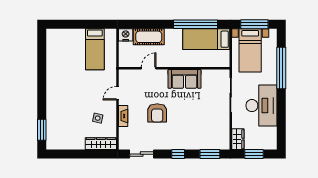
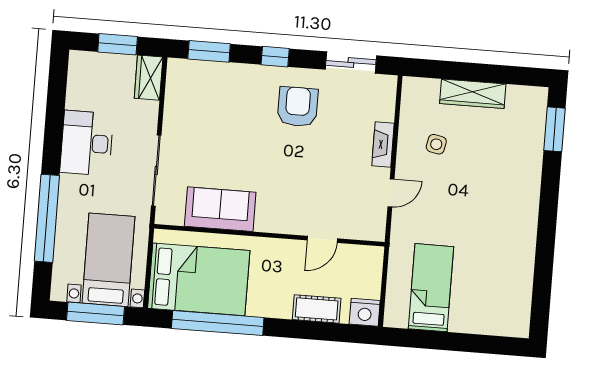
cot: (149, 37) -> (317, 309), width x0.73, depth x0.75
bed: (206, 39) -> (199, 279), width x1.50
sofa: (185, 79) -> (220, 209), moved
desk: (261, 106) -> (87, 143), width x0.73, depth x0.77
armchair: (157, 113) -> (298, 107), moved
wardrobe: (101, 144) -> (473, 94), moved

